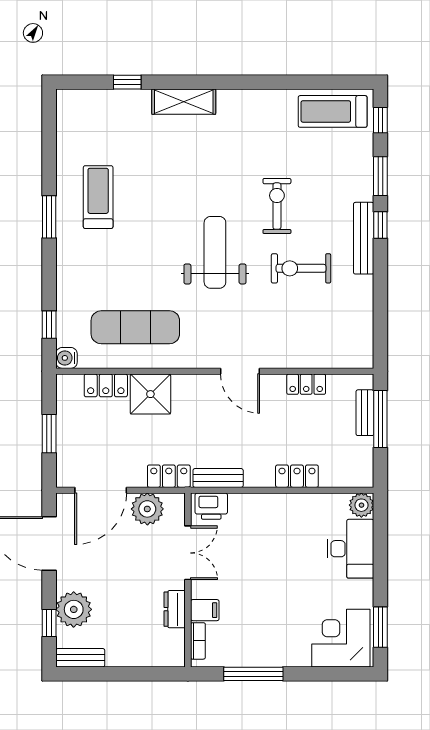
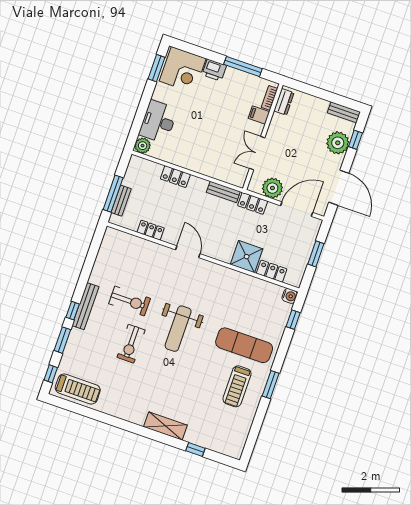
exercise mat: (135, 327) -> (244, 345), moved
printer: (211, 506) -> (214, 70), moved, turned 180
dresser: (175, 609) -> (284, 102), moved

